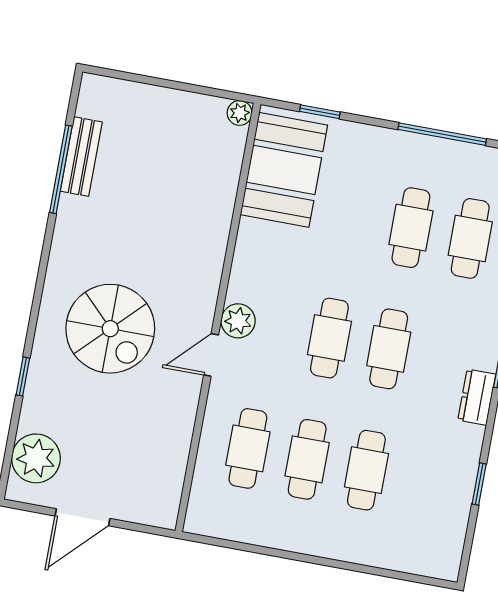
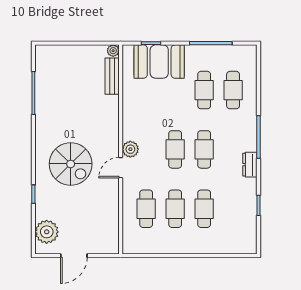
bench: (81, 157) -> (112, 76), moved
booth: (284, 170) -> (159, 62), moved, turned 90

